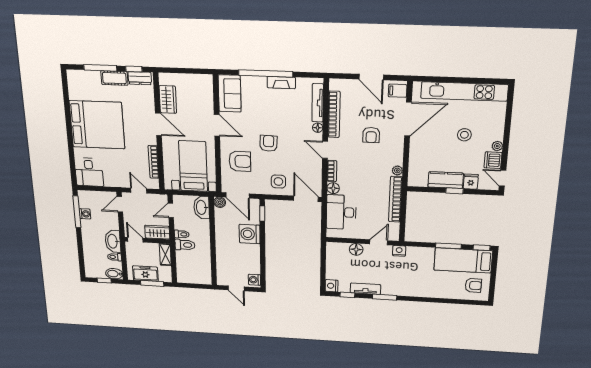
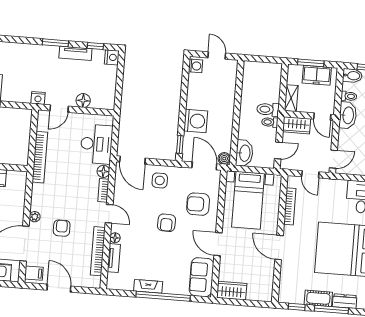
dresser: (140, 78) -> (345, 301), moved
wardrobe: (168, 99) -> (232, 291), moved, turned 90
tv unit: (318, 103) -> (114, 258), width x0.71
plant: (397, 170) -> (35, 217), moved

